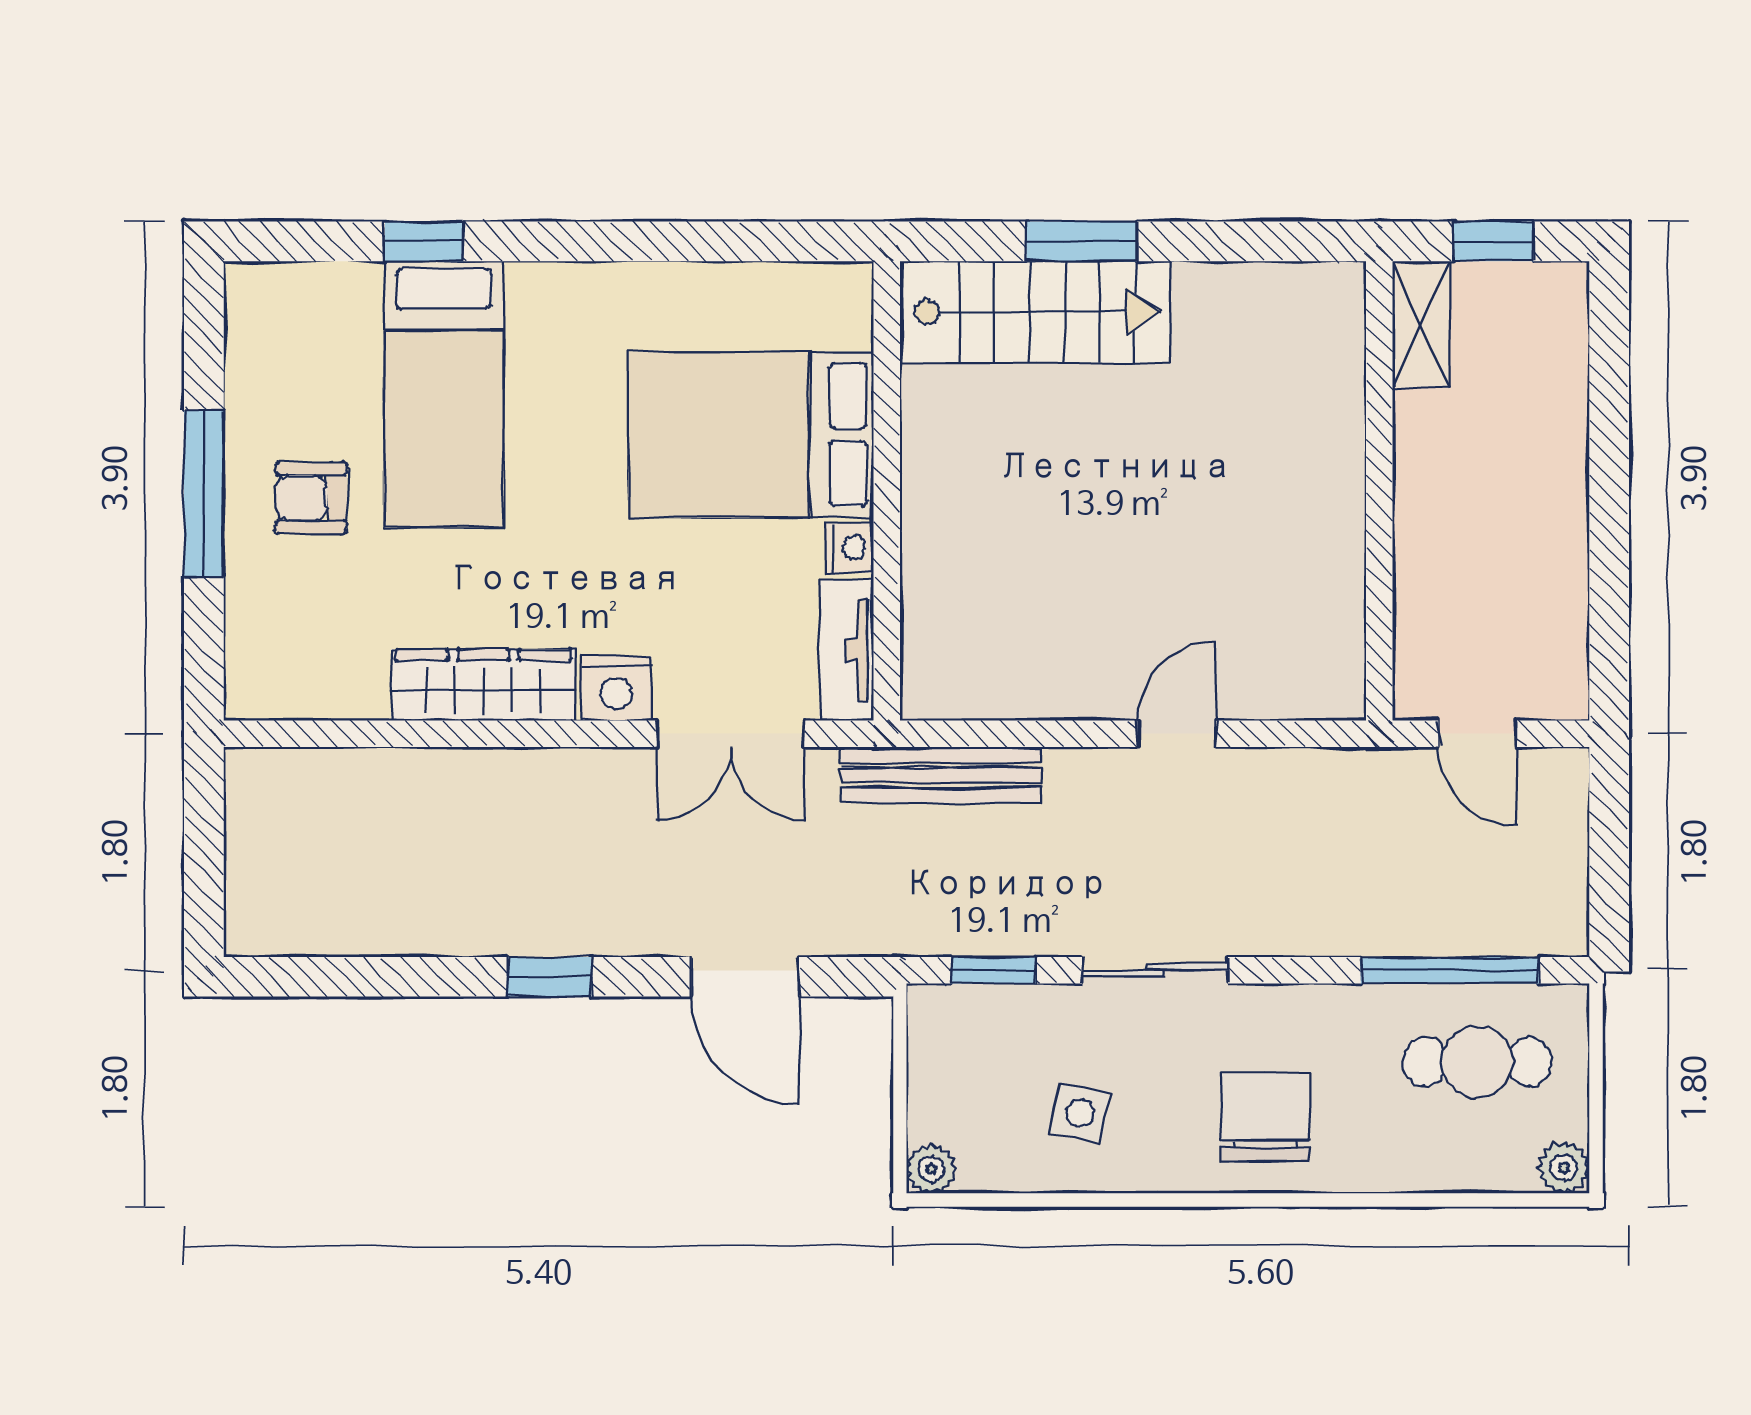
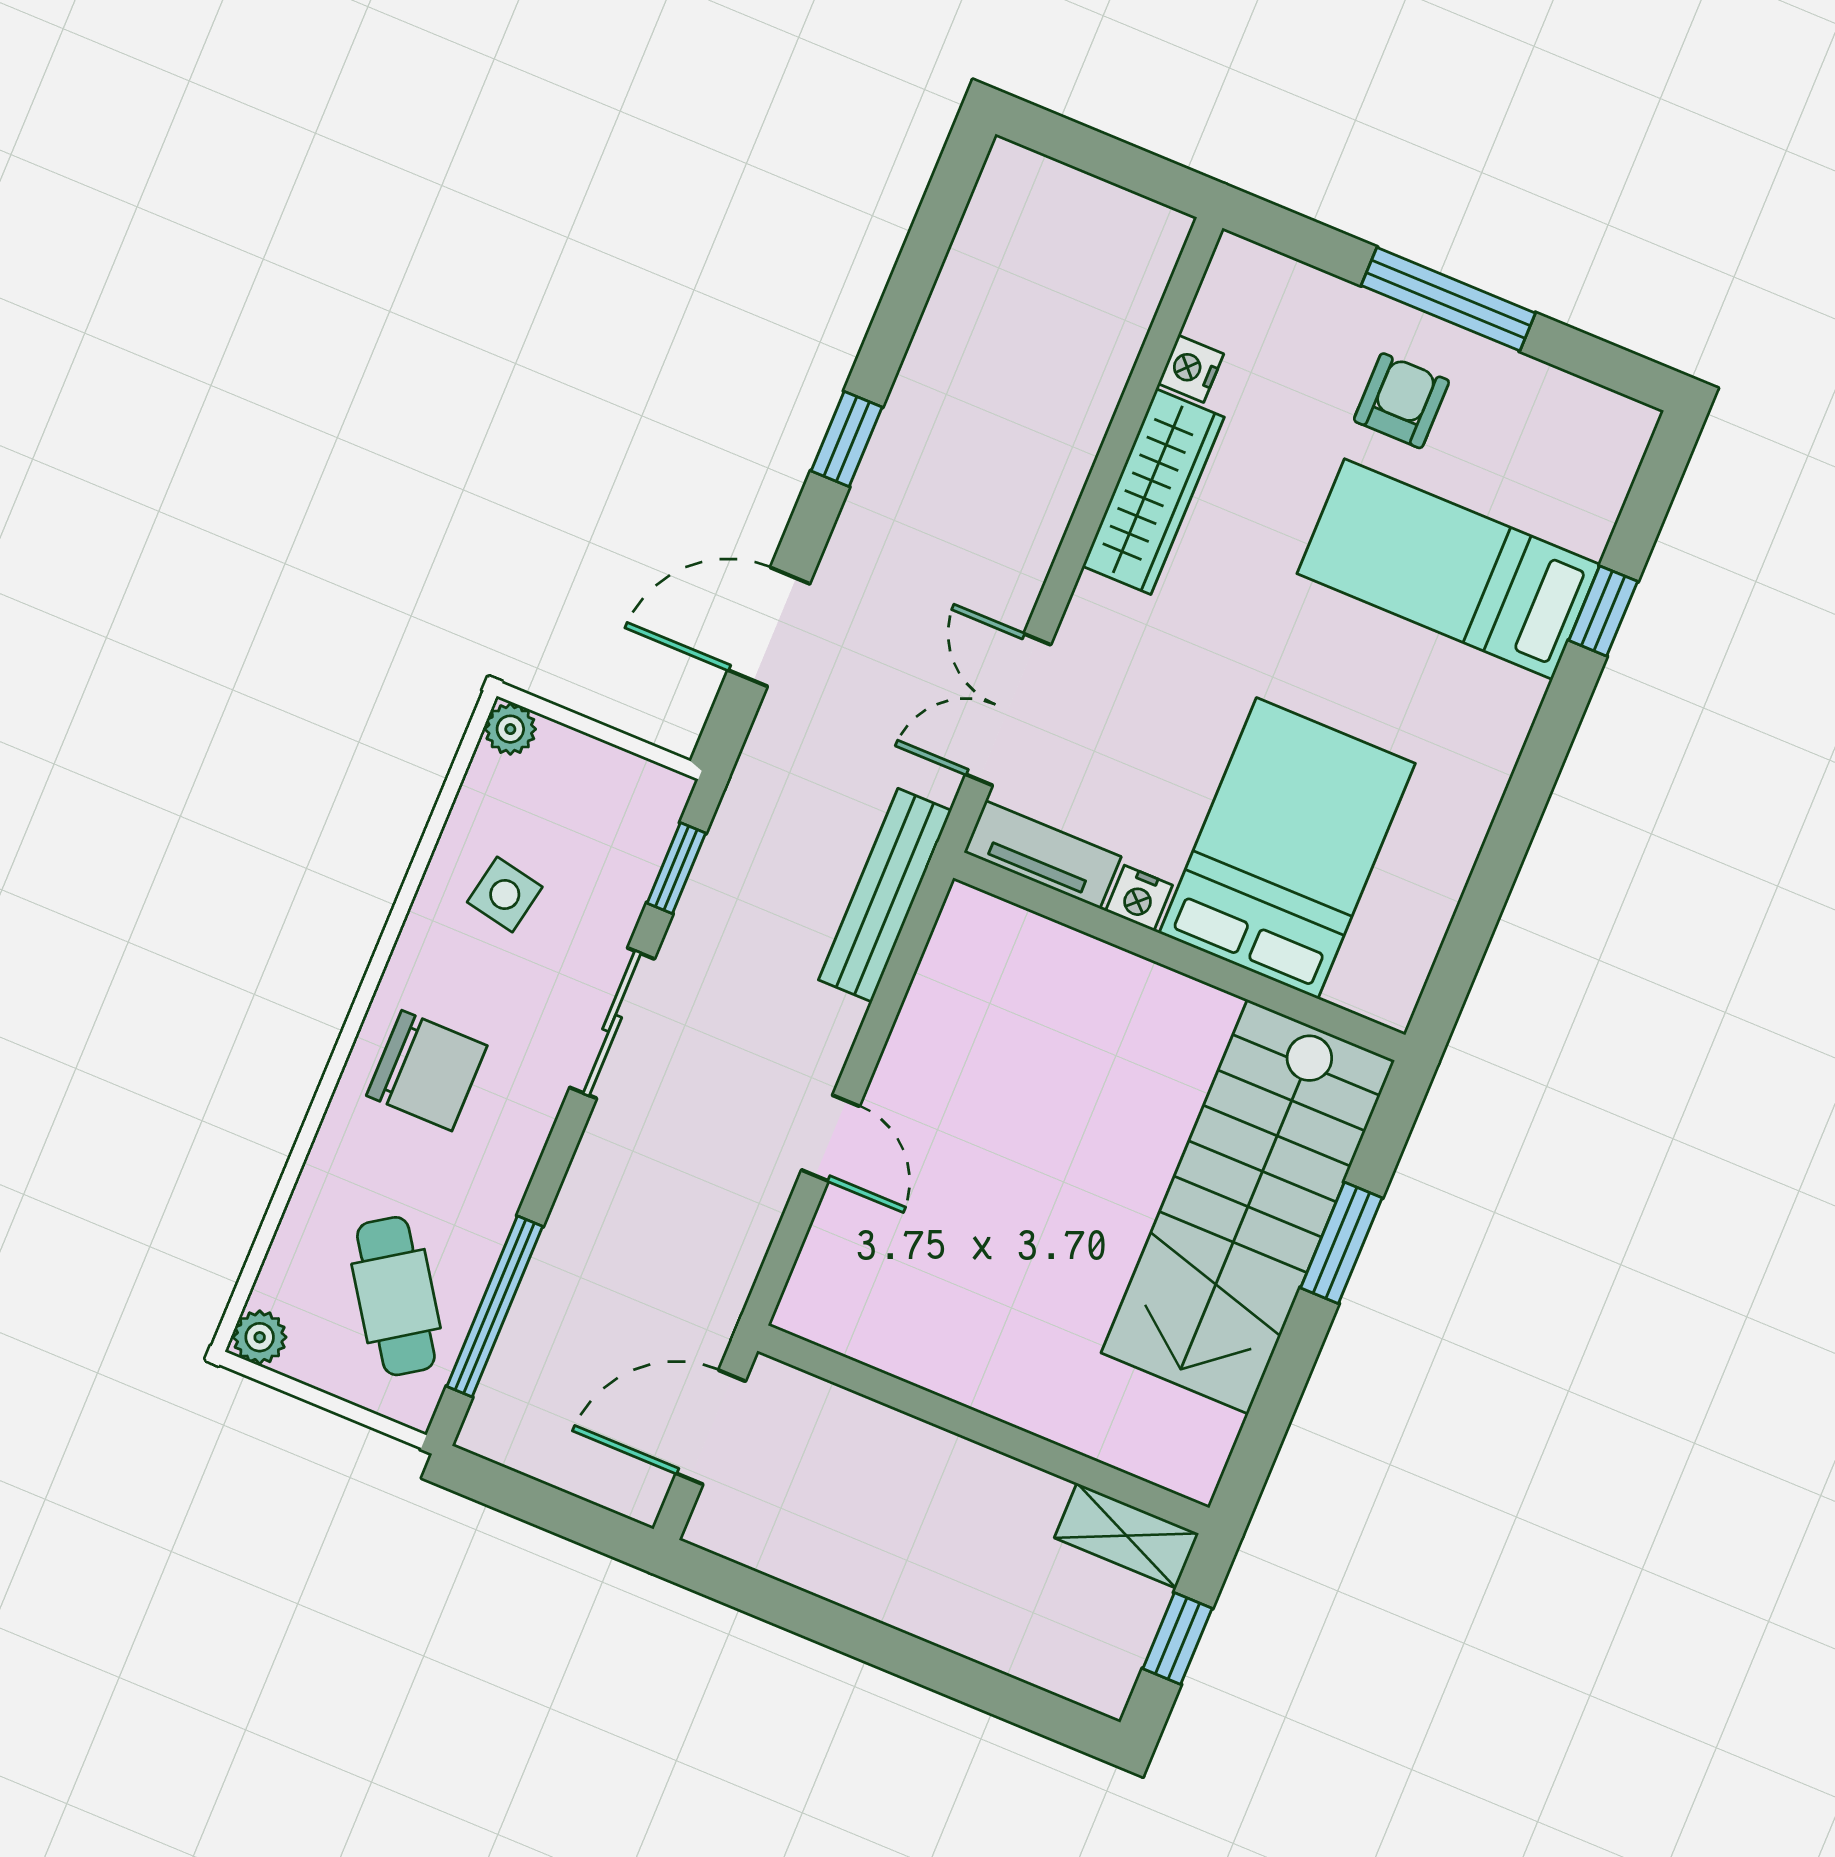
stairs: (1035, 312) -> (1248, 1207), width x1.36, depth x1.51
nightstand: (616, 688) -> (1191, 369), moved, width x0.72, depth x0.74
door: (1478, 734) -> (711, 1427), width x1.37
cafe table: (1477, 1062) -> (396, 1296), turned -34

